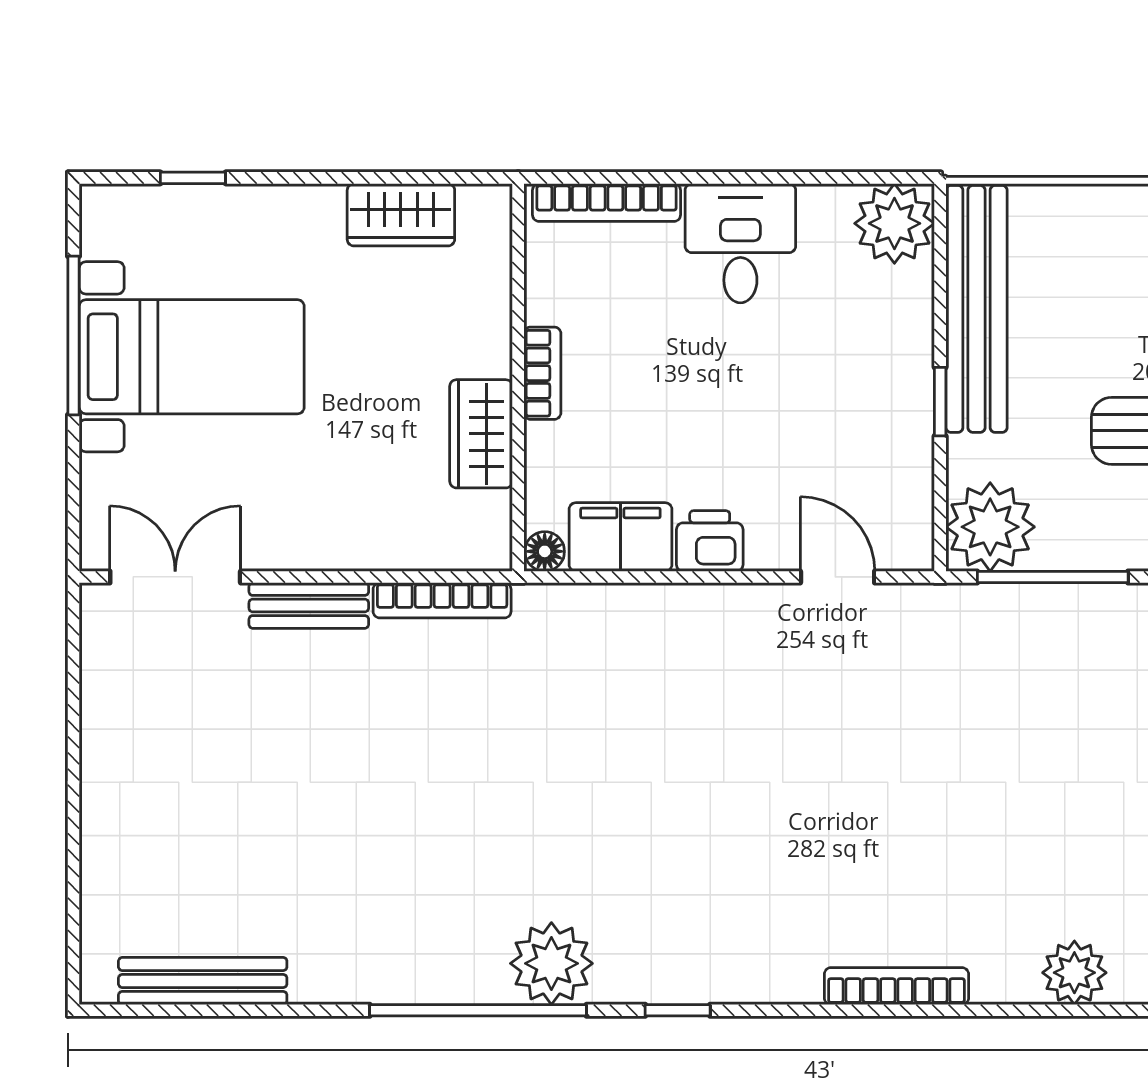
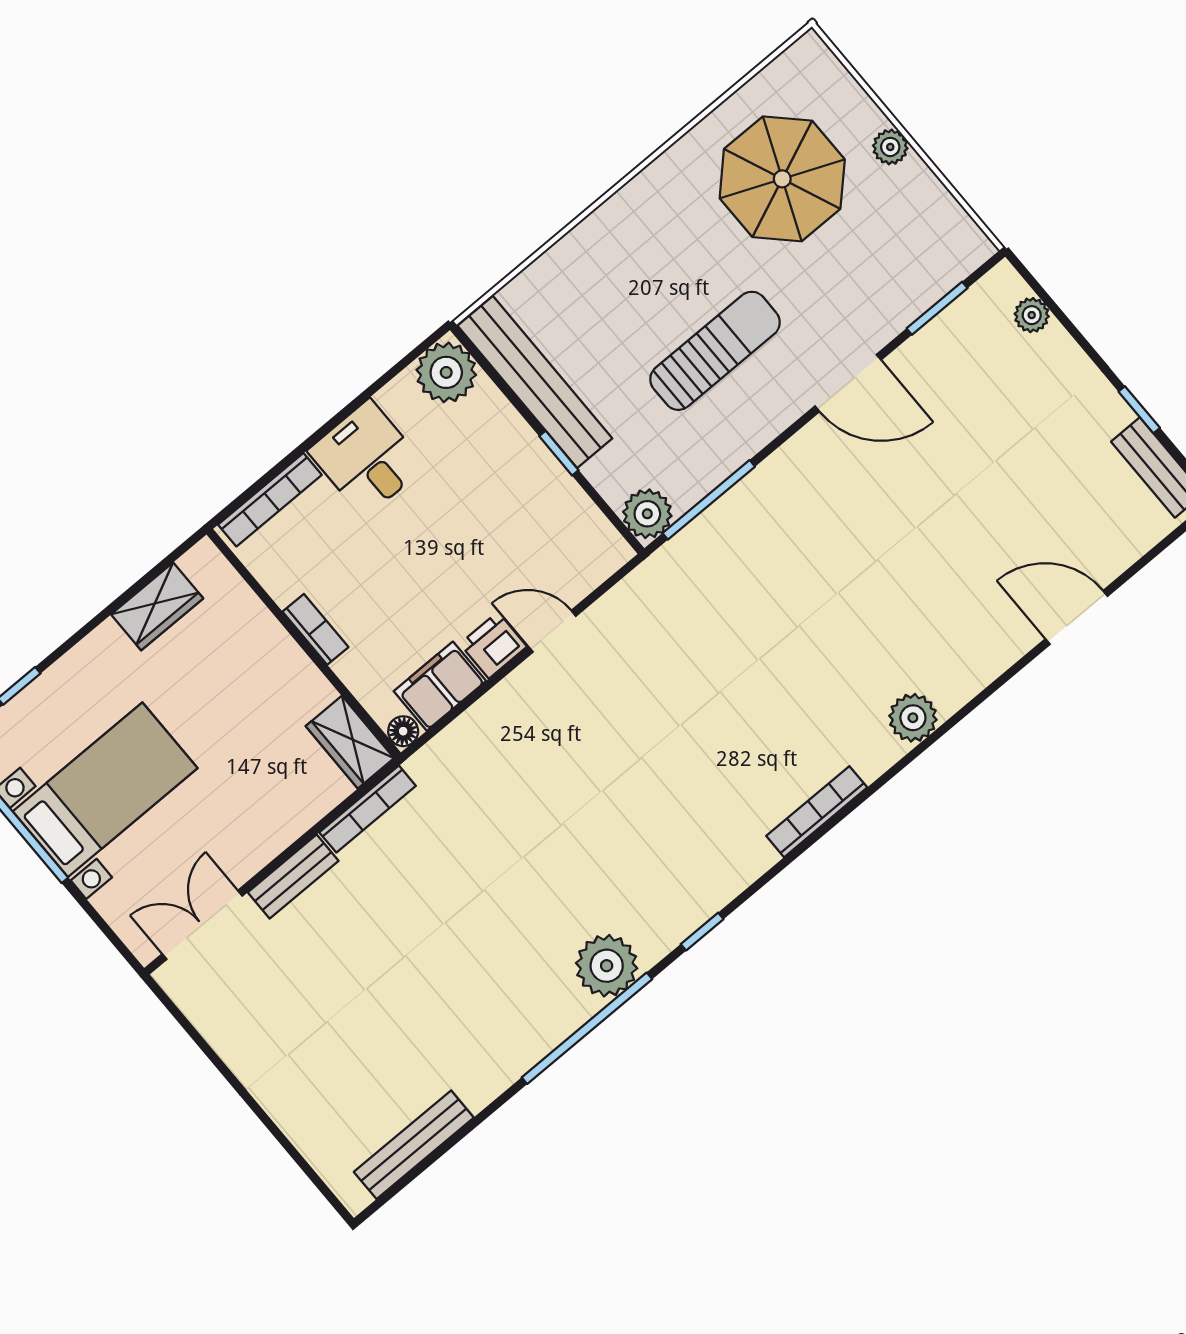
wardrobe: (481, 434) -> (350, 742), moved
plant: (990, 527) -> (647, 514), width x0.73, depth x0.73
door: (838, 577) -> (552, 631), moved

